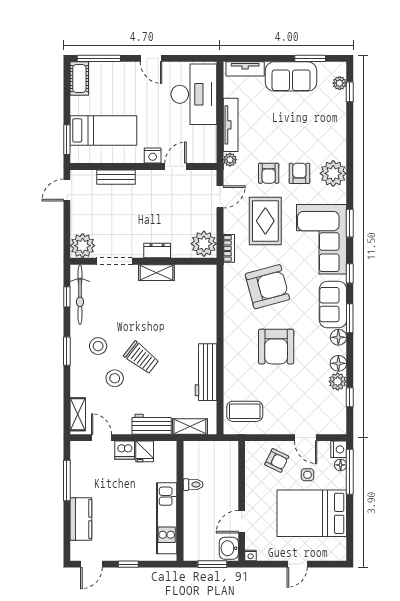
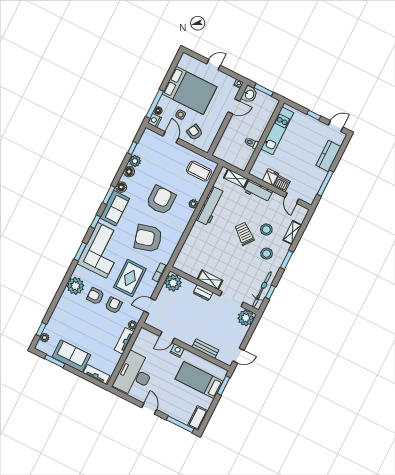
tv unit: (231, 125) -> (124, 341), width x0.71
armchair: (299, 173) -> (95, 296), turned 90
plant: (230, 363) -> (193, 204), added
shelving: (78, 414) -> (292, 233), moved

